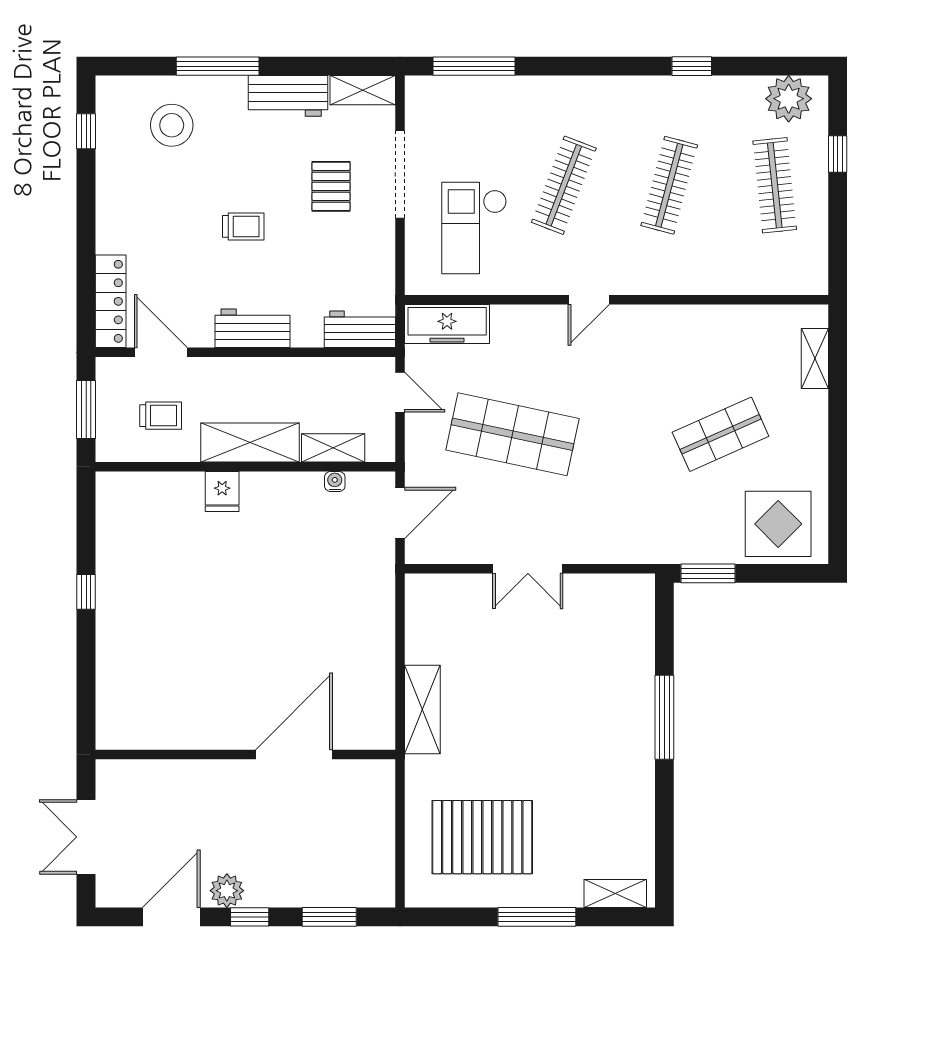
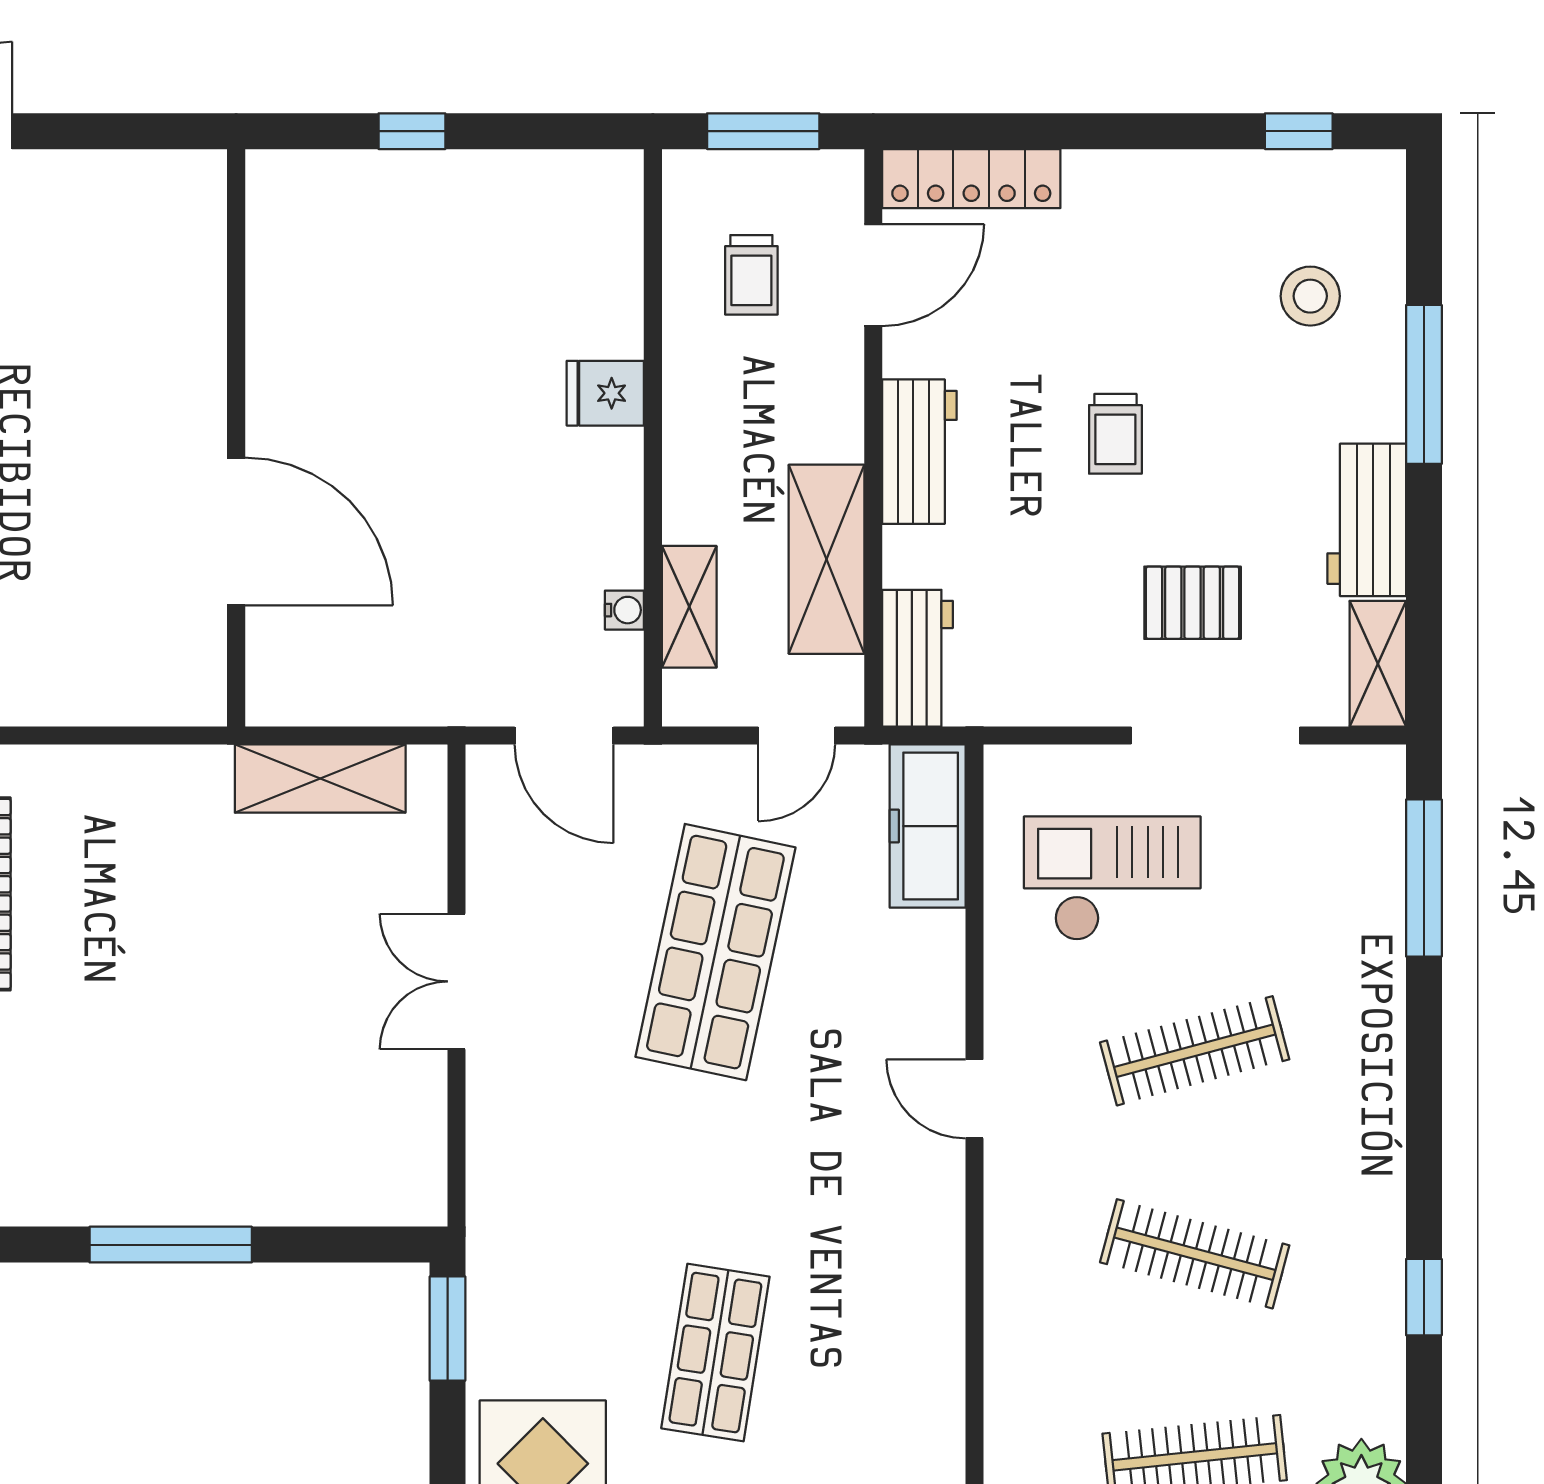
stool: (172, 125) -> (1310, 296), width x0.73, depth x0.73
clothes rail: (564, 185) -> (1195, 1051), turned -36
shop shelf: (721, 434) -> (715, 1353), turned 33
shelving: (250, 442) -> (826, 559), moved
shelving: (422, 709) -> (320, 779), moved
wall: (245, 754) -> (236, 438), moved
door: (294, 754) -> (236, 532), moved

